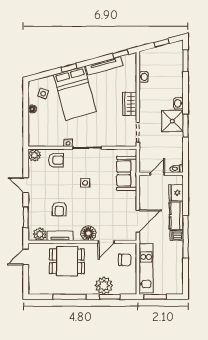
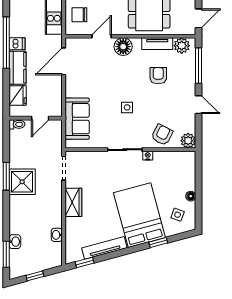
window: (69, 68) -> (158, 243), moved
washbasin: (178, 103) -> (15, 242), moved
armchair: (56, 160) -> (162, 135), turned 117
window: (26, 218) -> (199, 66), width x1.44

